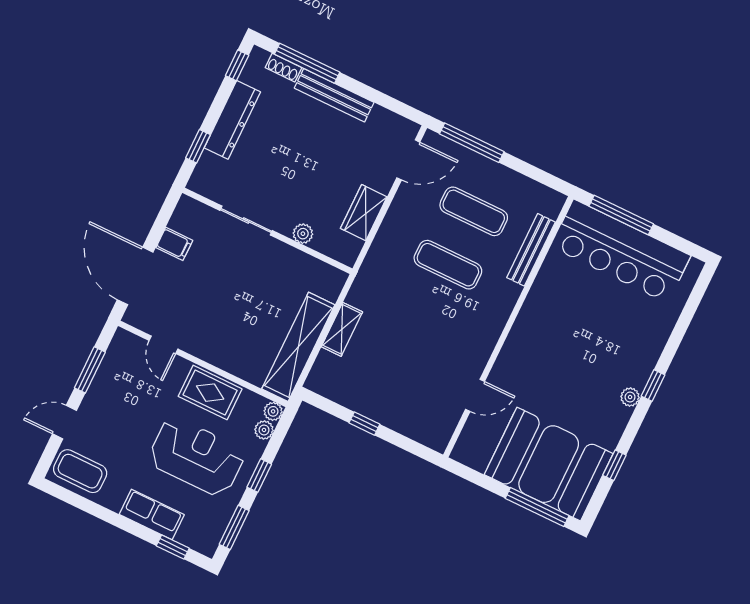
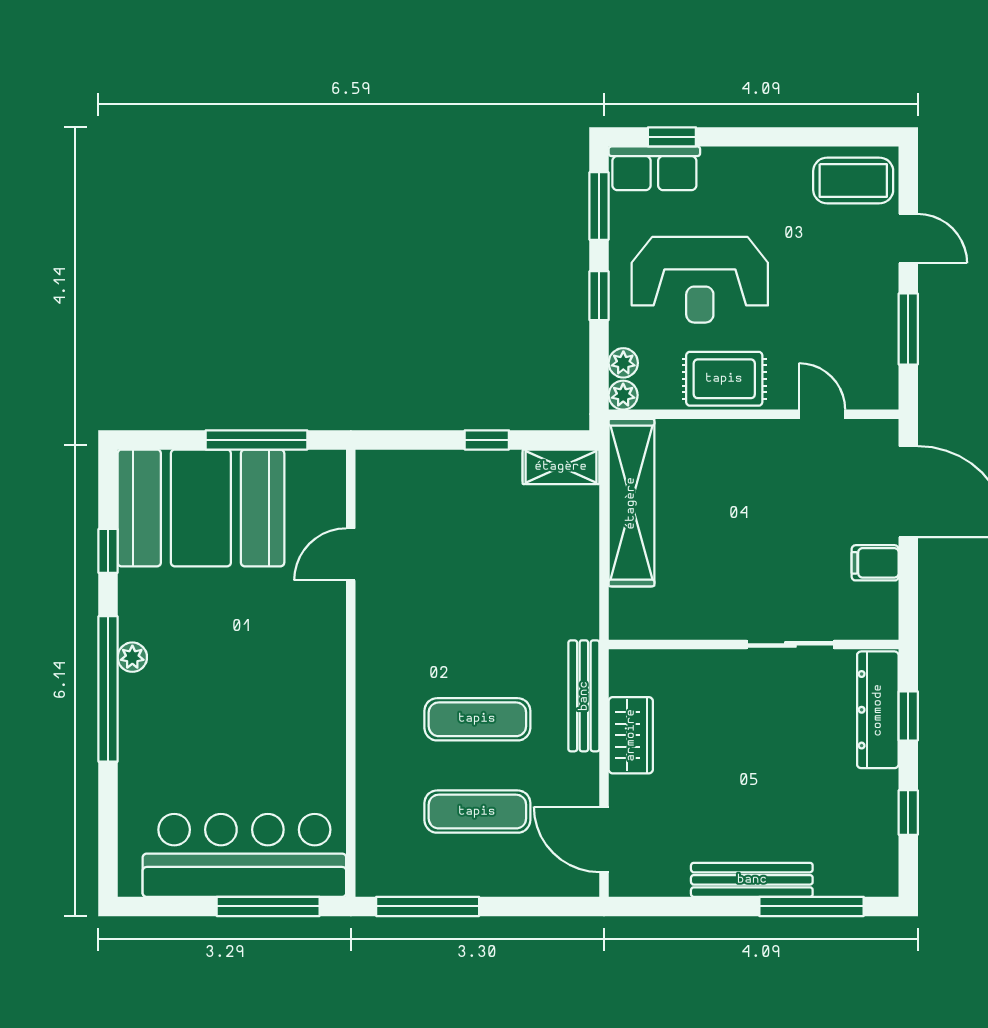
window: (237, 65) -> (908, 813), moved
shoe rack: (283, 68) -> (842, 884), removed
dresser: (232, 120) -> (878, 710), moved
window: (472, 143) -> (428, 906), moved
door: (408, 160) -> (604, 839), hinge flipped
plant: (303, 234) -> (702, 665), removed
bench: (531, 250) -> (584, 696), moved
shelving: (342, 329) -> (561, 467), moved, turned 90
window: (653, 385) -> (108, 689), width x3.17
door: (65, 422) -> (908, 239), hinge flipped
window: (537, 507) -> (257, 440), moved
row of seats: (152, 514) -> (654, 168), moved

